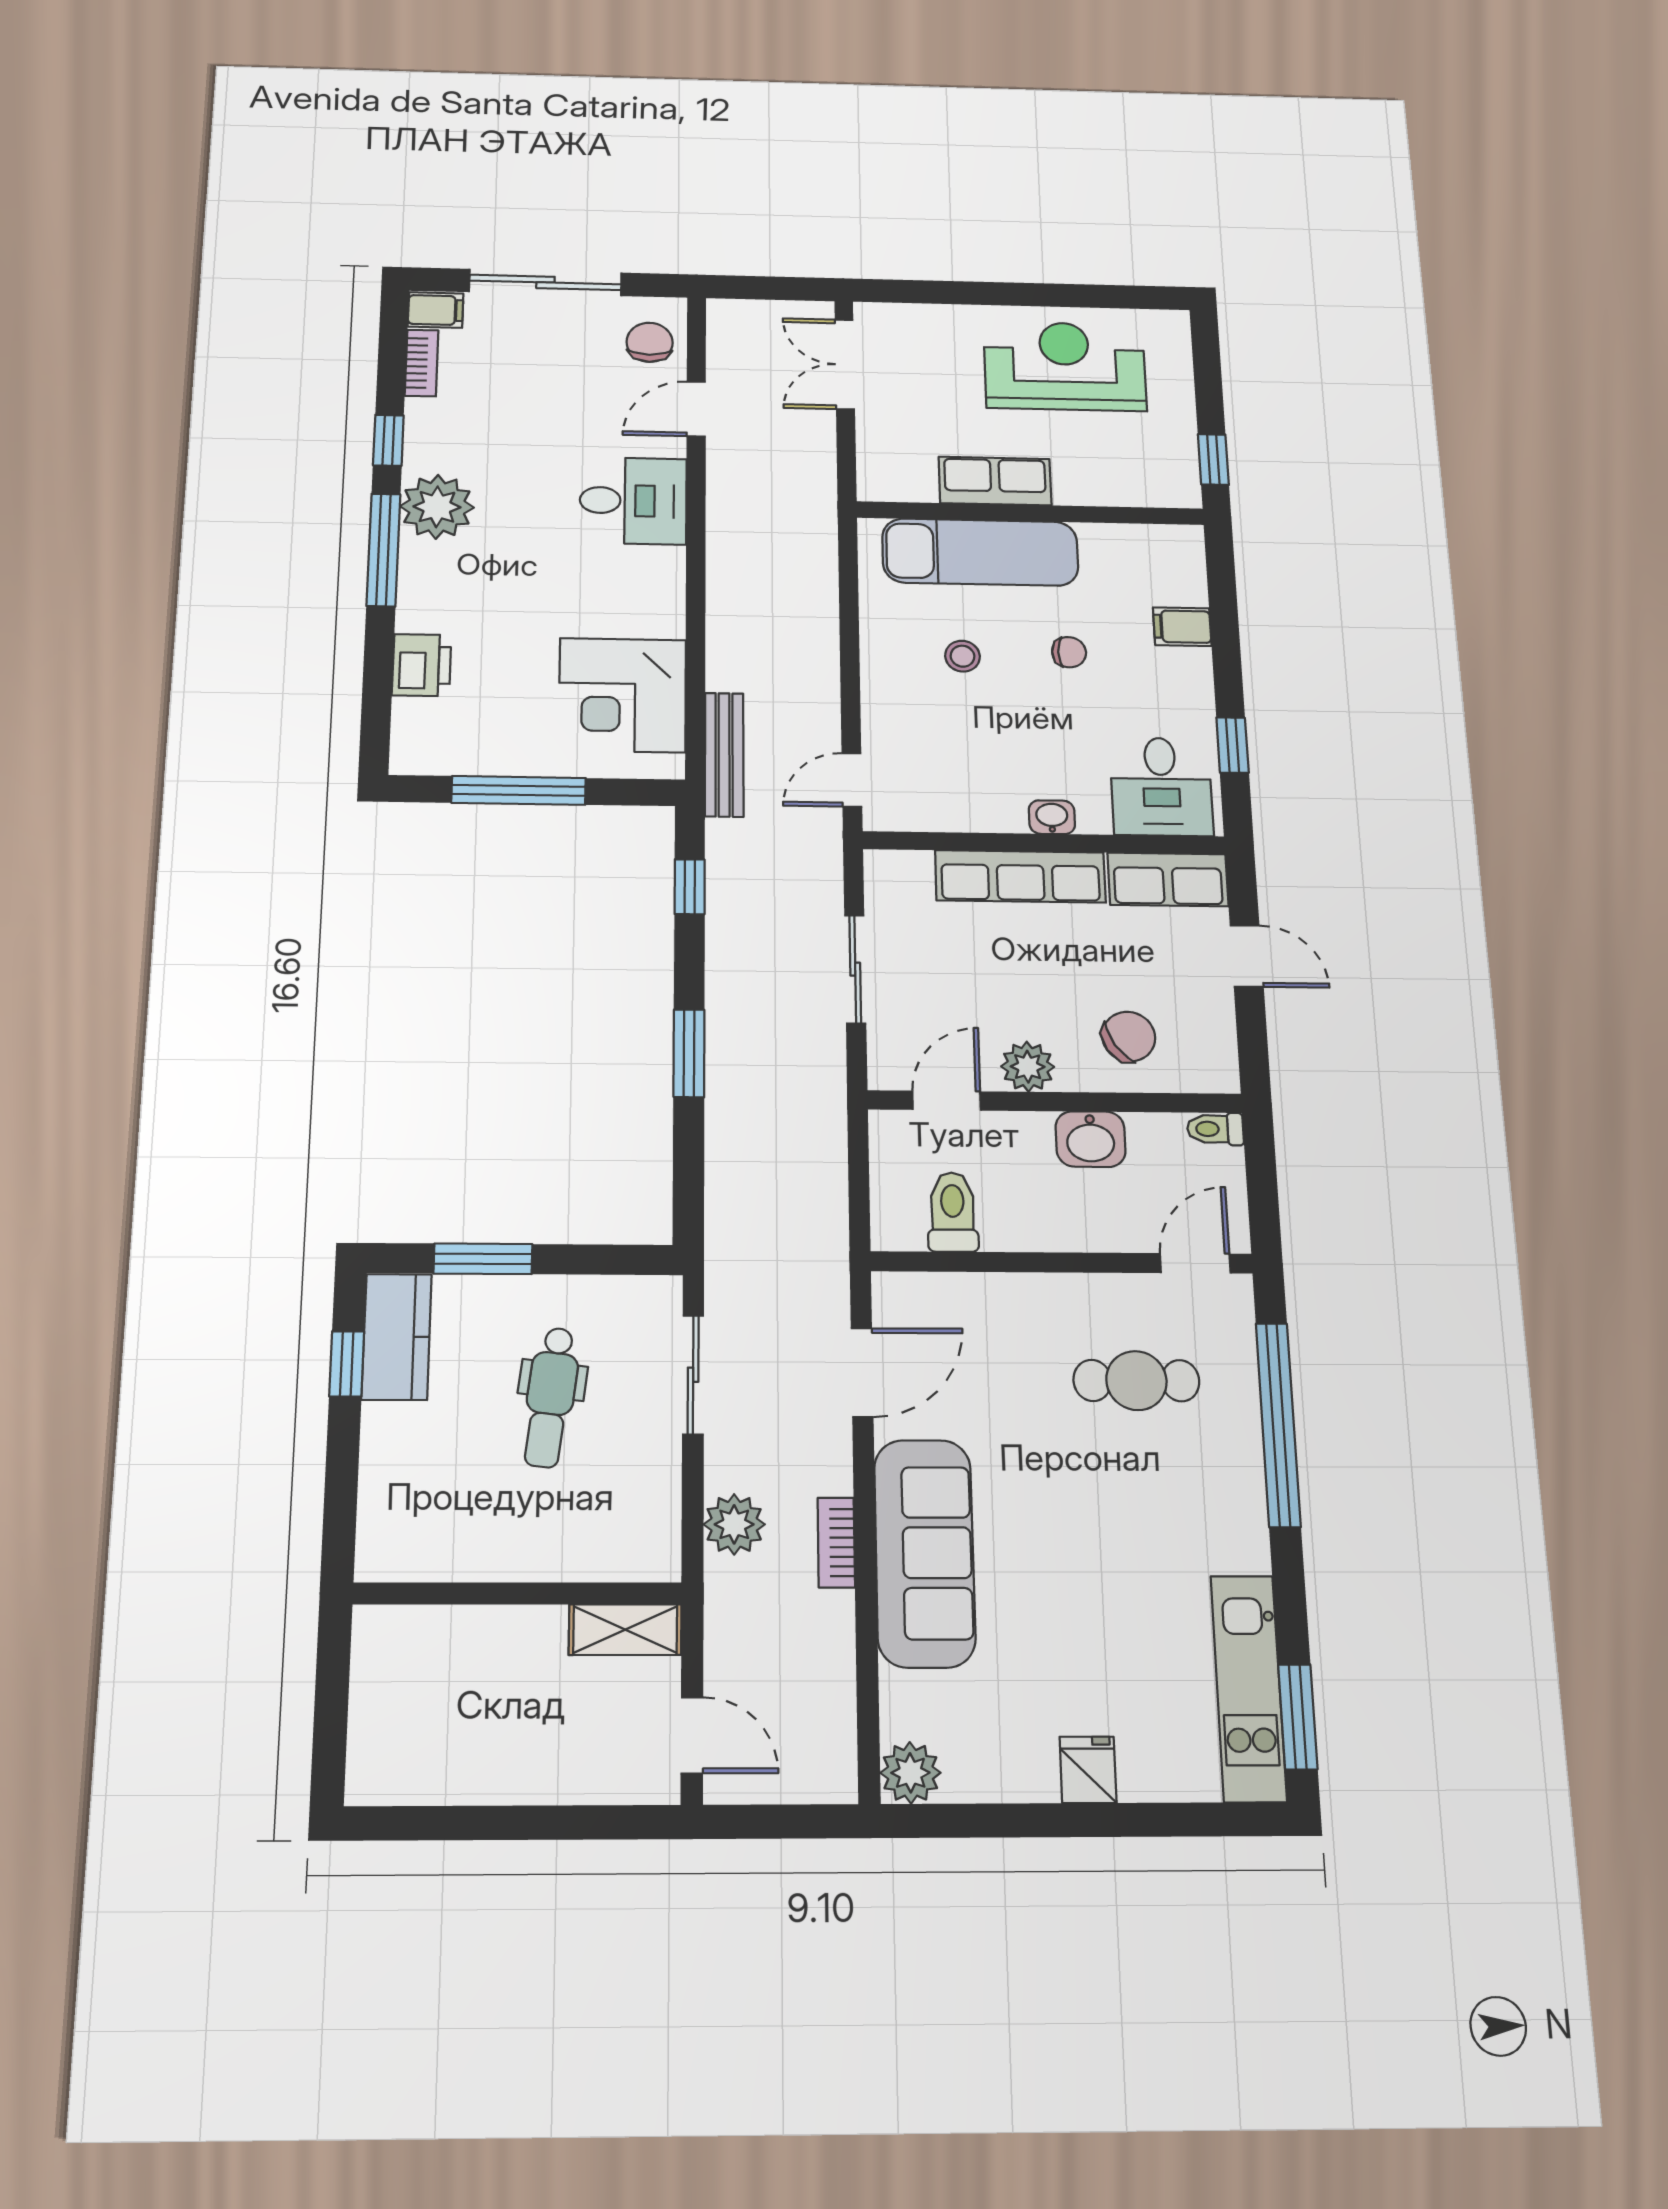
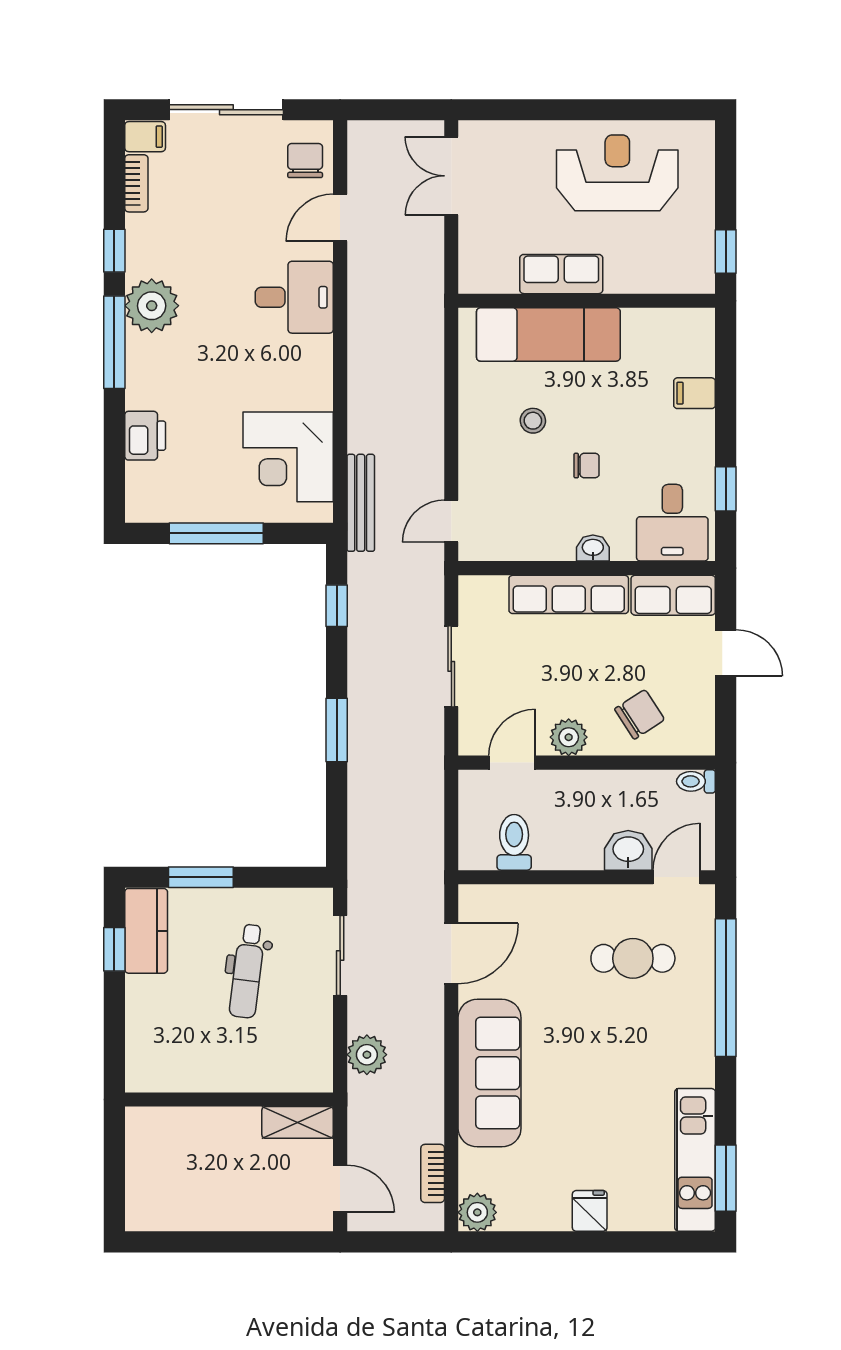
chair: (1069, 652) -> (587, 466), moved
washbasin: (1091, 1139) -> (628, 850), moved, turned 180
bookcase: (836, 1542) -> (433, 1173), moved

